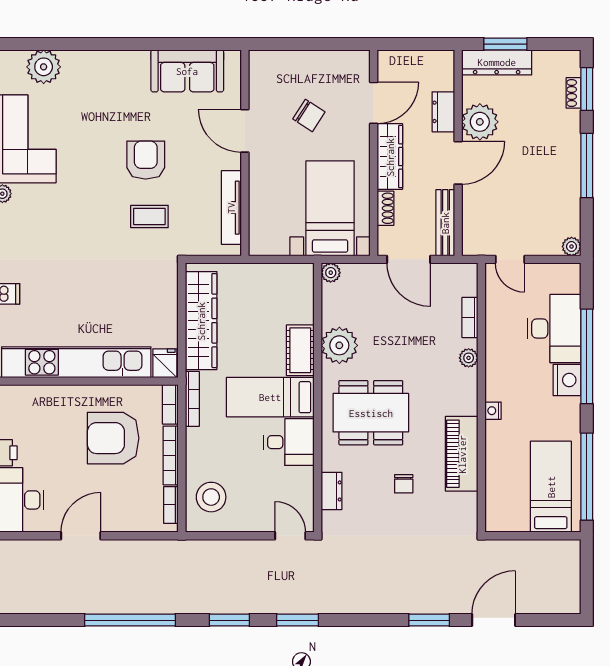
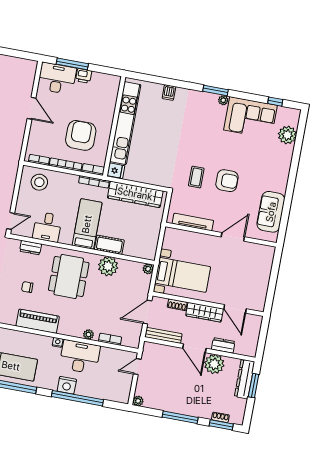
chair: (309, 115) -> (235, 273), removed
desk: (554, 329) -> (80, 357), moved, turned 180
desk: (289, 442) -> (47, 227), moved

